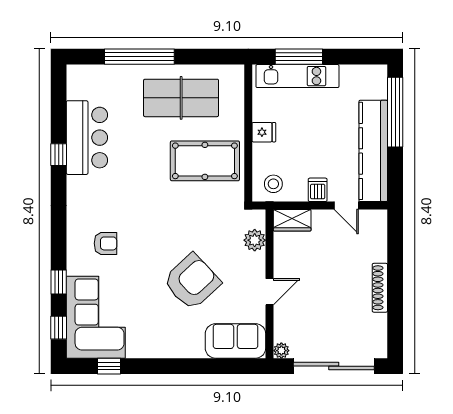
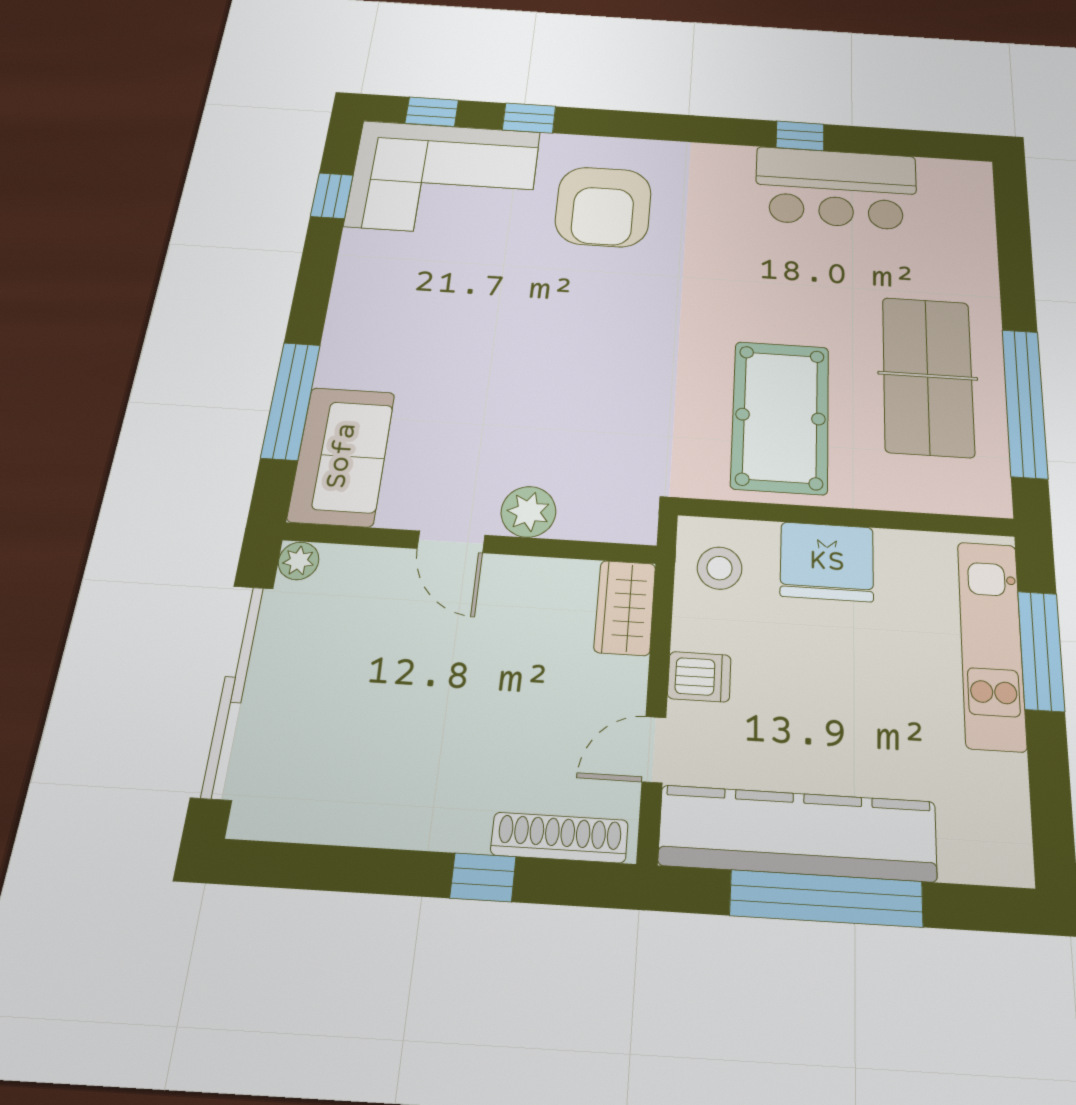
window: (139, 57) -> (1025, 403), moved
window: (395, 112) -> (826, 899), moved
fridge: (264, 132) -> (827, 562), width x1.88, depth x1.34
plant: (255, 240) -> (528, 512), moved
armchair: (105, 243) -> (603, 207), width x1.88, depth x1.88
window: (395, 264) -> (483, 877), added
armchair: (192, 282) -> (498, 371), removed
shoe rack: (380, 288) -> (560, 838), moved
window: (212, 366) -> (291, 401), added

